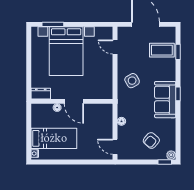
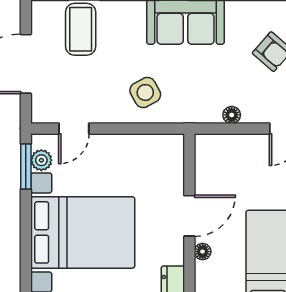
window: (53, 24) -> (26, 166), moved
plant: (100, 32) -> (41, 160), added

